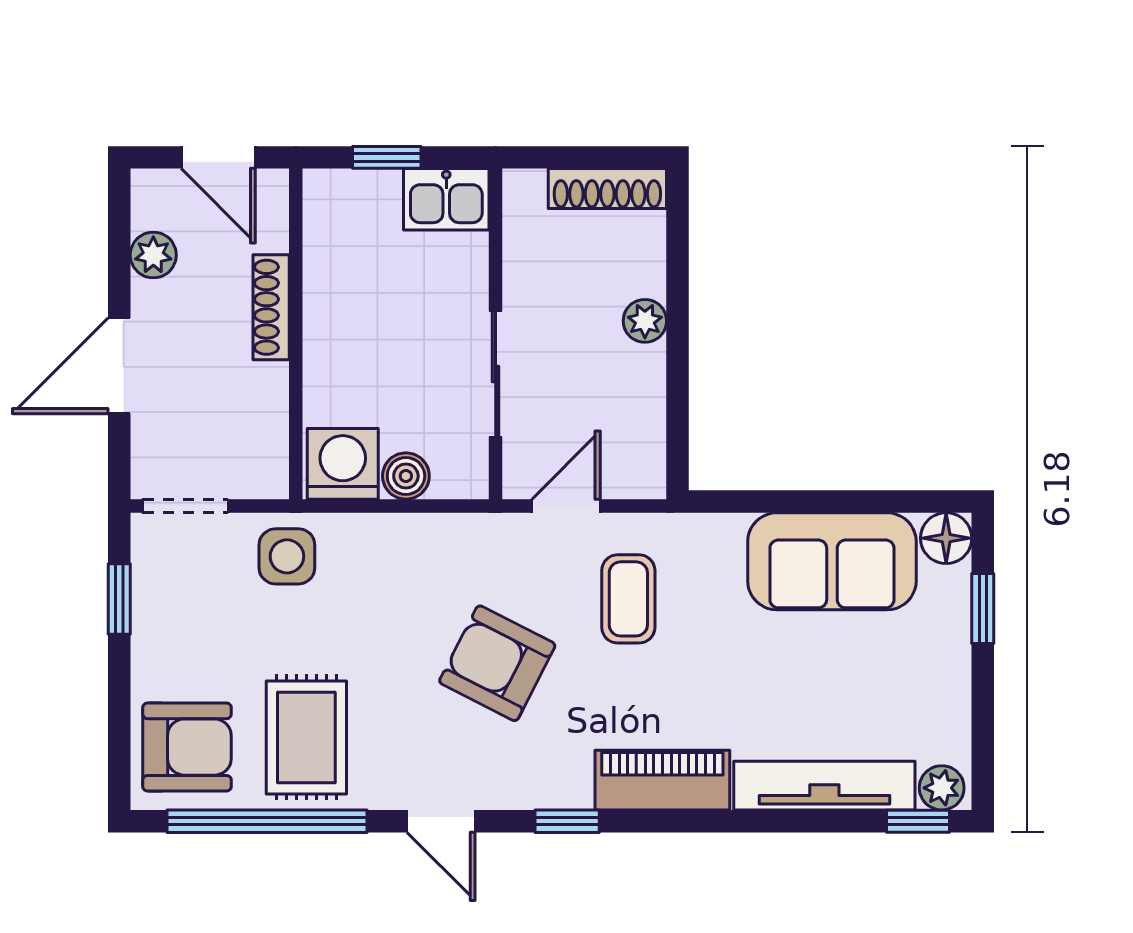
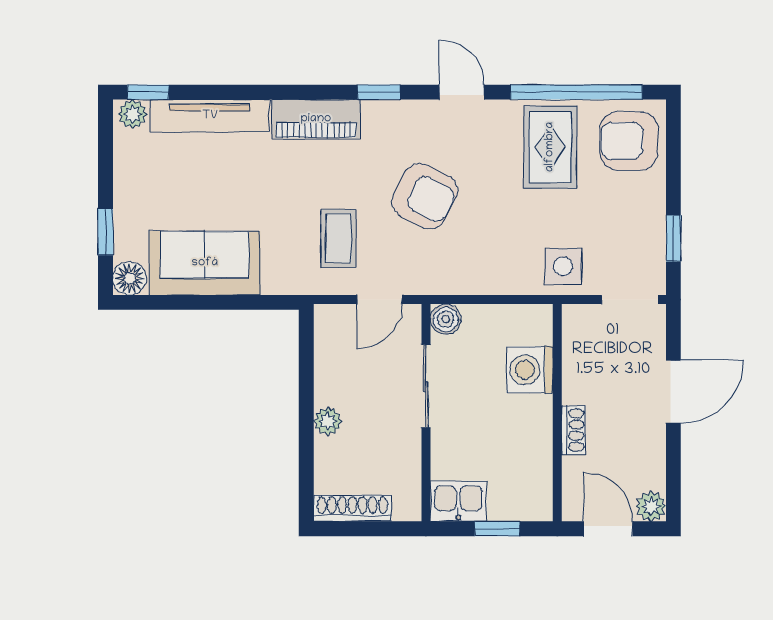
plant: (153, 255) -> (651, 506), moved
shoe rack: (271, 307) -> (573, 430), width x0.70
washing machine: (343, 464) -> (530, 370), moved, turned 90
boiler: (406, 476) -> (446, 319), moved

